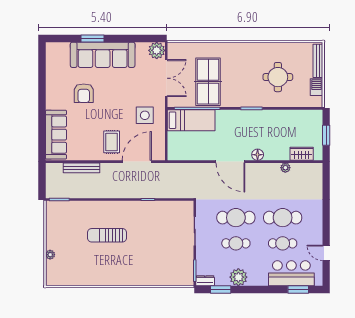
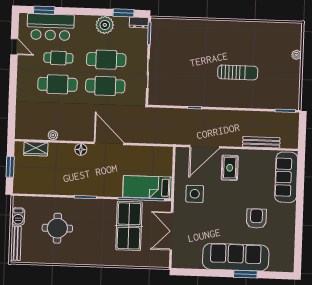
plant: (157, 50) -> (180, 260), removed
cafe table: (236, 243) -> (106, 60), width x1.37, depth x1.35

